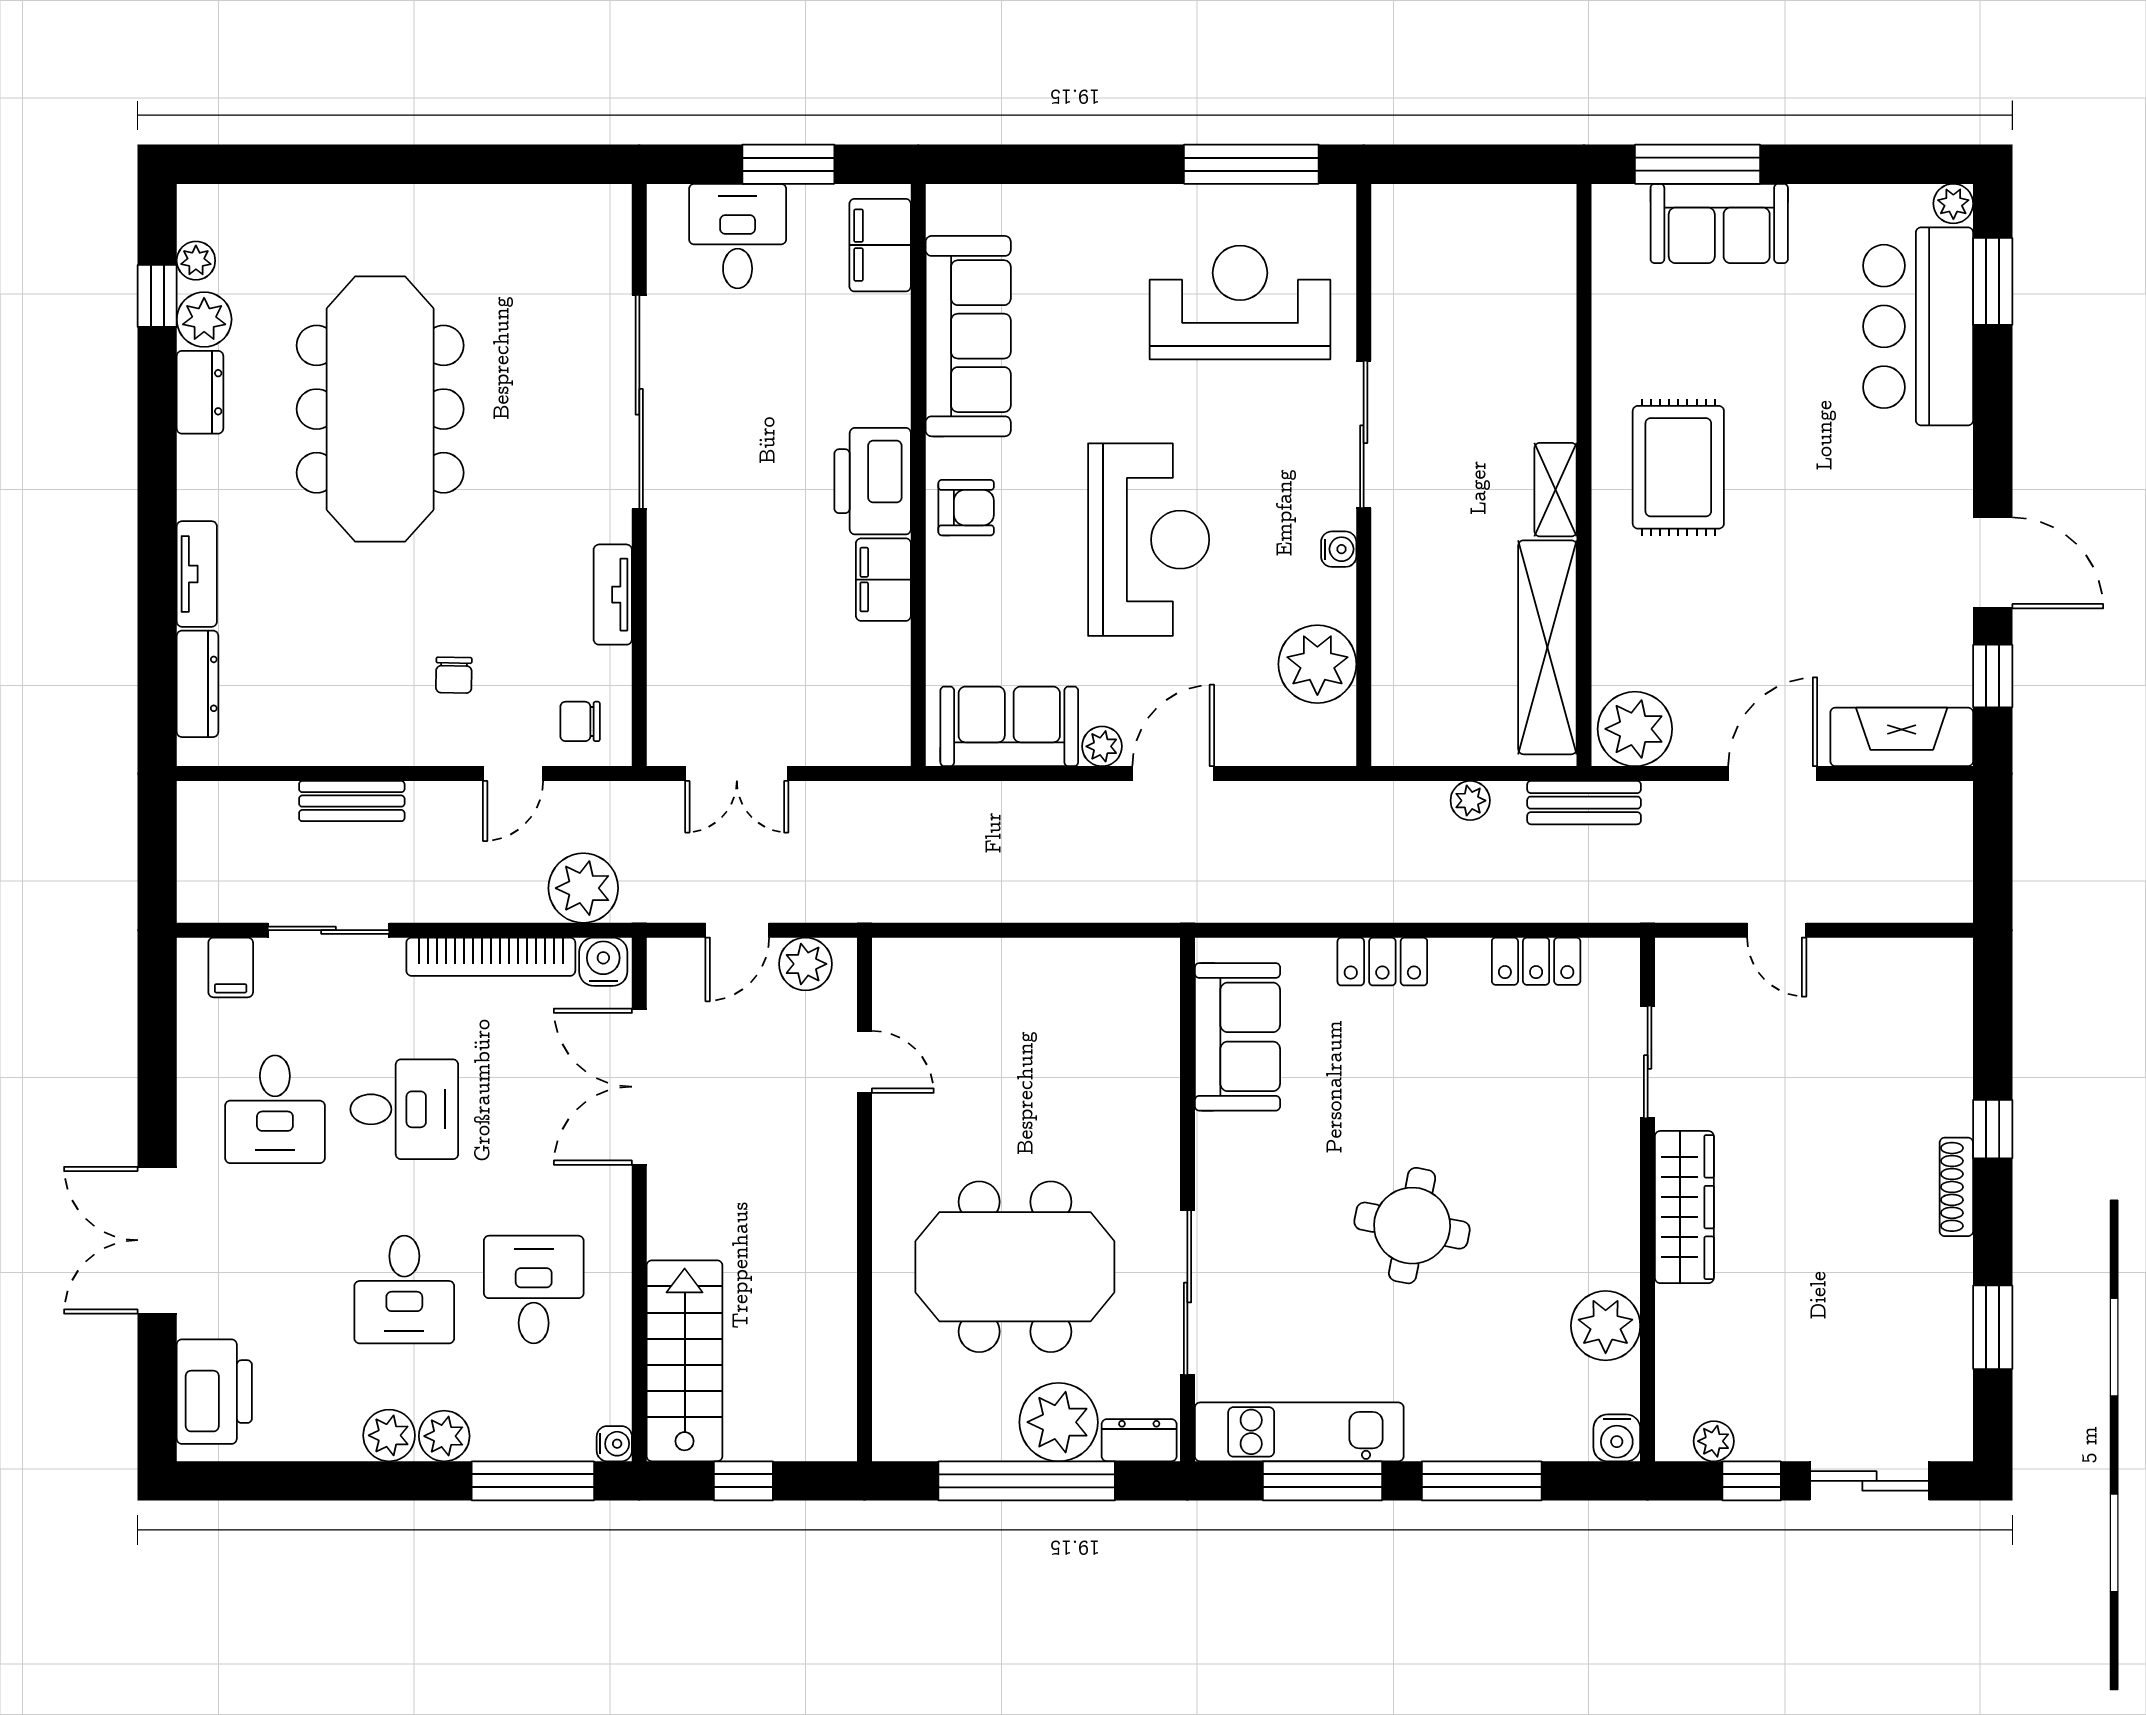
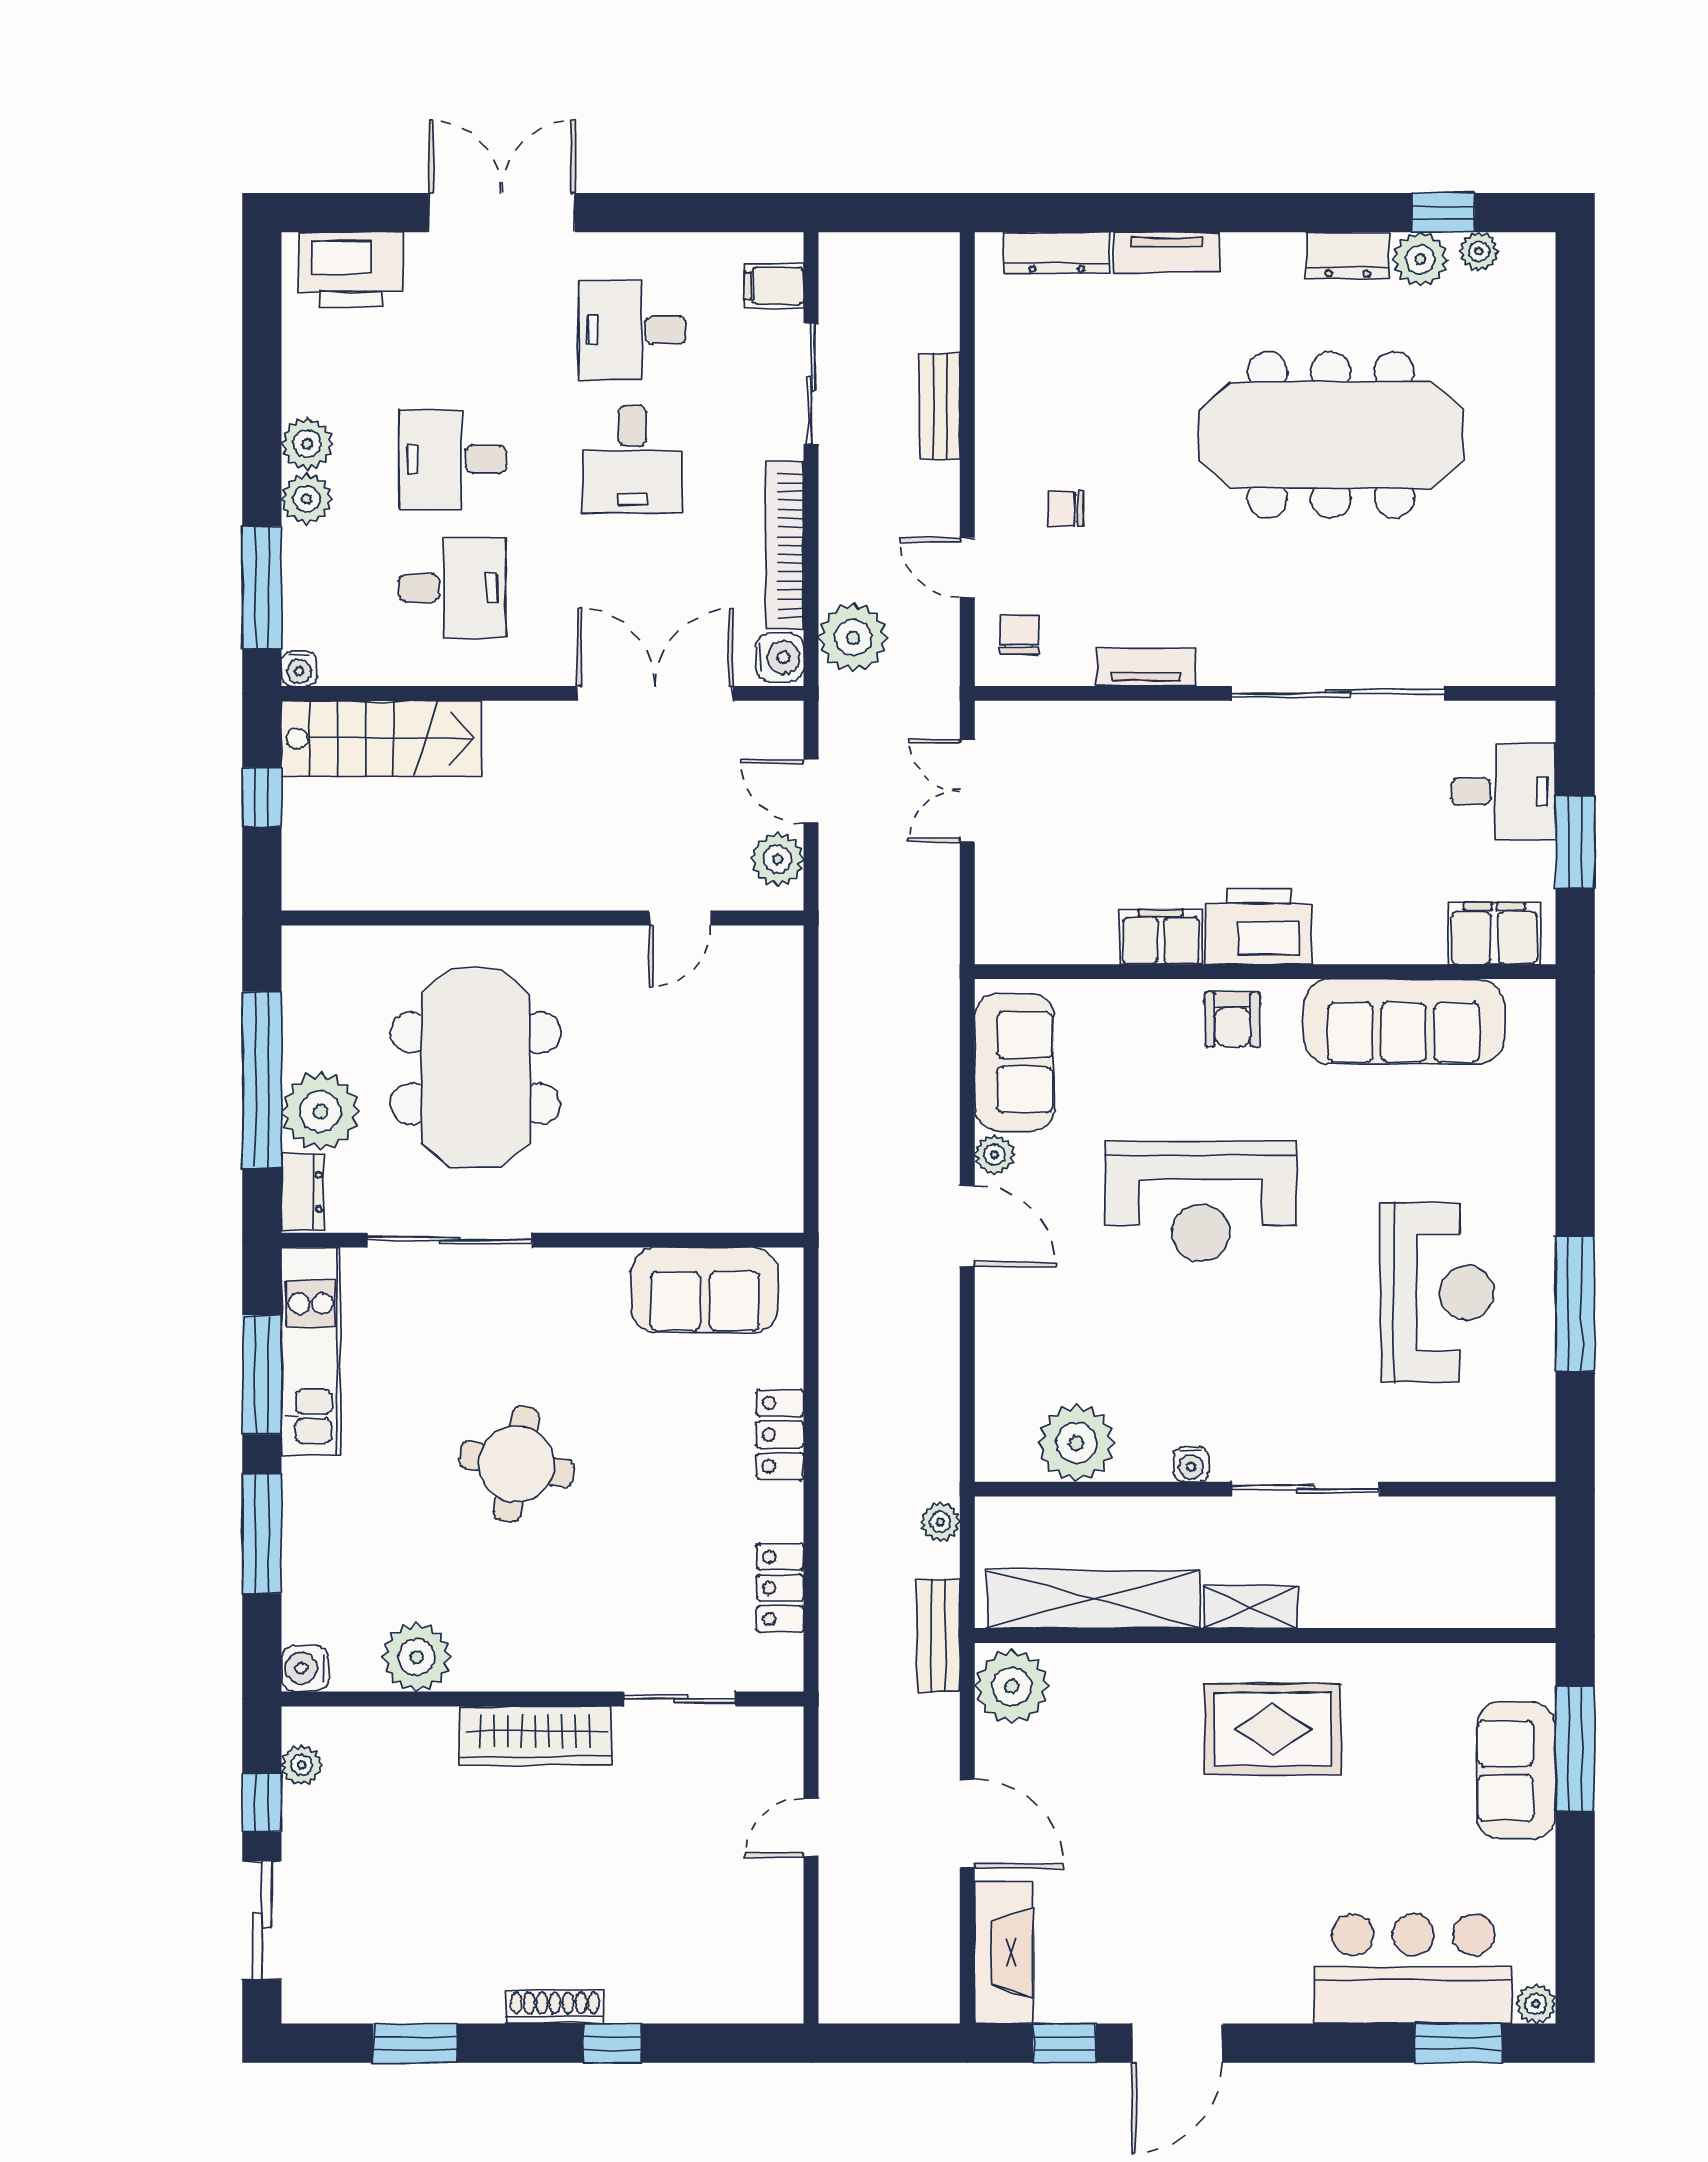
sliding door: (1364, 434) -> (1306, 1489), moved
wall: (1364, 475) -> (1265, 1489), moved
water cooler: (1339, 549) -> (1191, 1464), moved
plant: (1317, 664) -> (1076, 1443), moved

